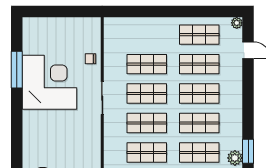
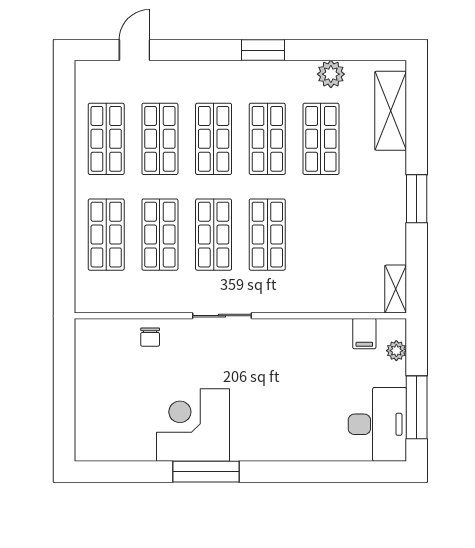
plant: (237, 23) -> (85, 71), removed
window: (17, 70) -> (206, 472), moved
corner desk: (49, 82) -> (193, 425), width x0.74, depth x0.74
window: (248, 151) -> (263, 50), moved
shop shelf: (147, 152) -> (106, 235), moved

